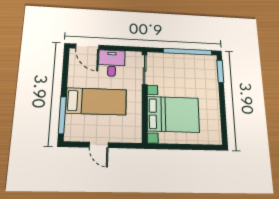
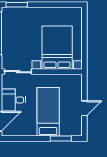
window: (62, 115) -> (61, 139), width x0.69

